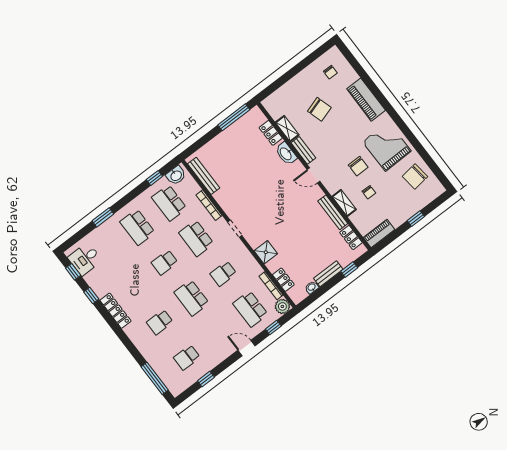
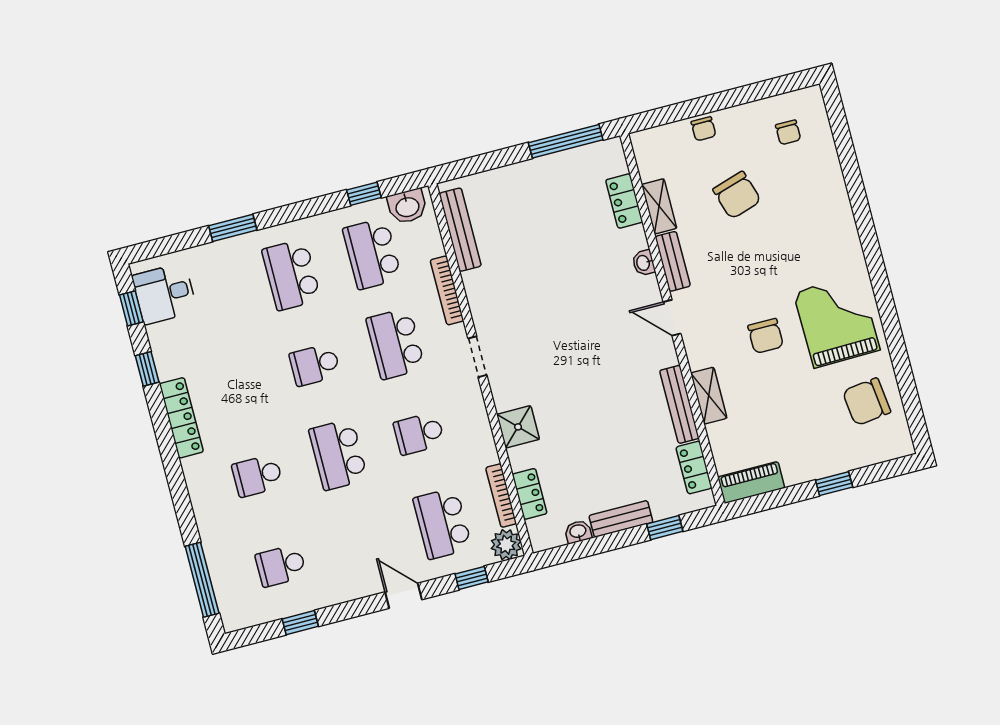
piano: (366, 100) -> (835, 214), removed
washbasin: (286, 154) -> (644, 263), width x0.52, depth x0.69
chair: (369, 192) -> (703, 129), moved

